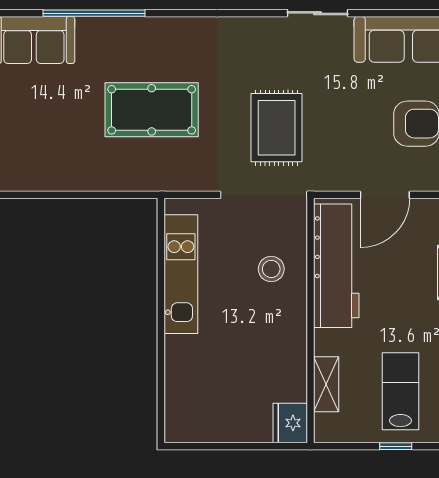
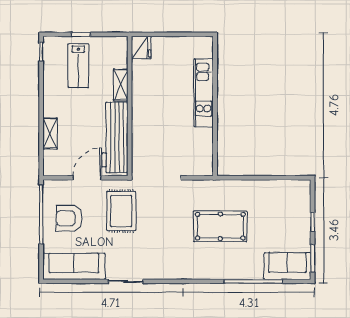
rug: (277, 128) -> (121, 211), moved
stool: (271, 269) -> (152, 135), removed
kitchen unit: (181, 274) -> (204, 93), moved
shelving: (326, 384) -> (121, 85), moved

